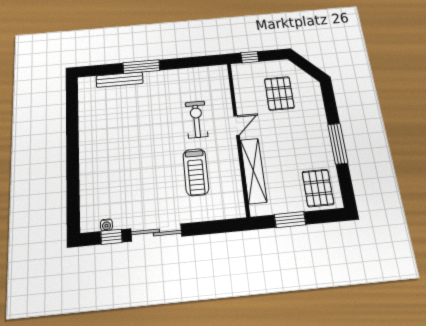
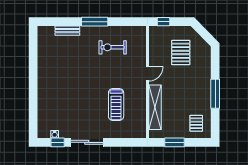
window: (141, 67) -> (95, 22), moved
bench: (120, 80) -> (67, 31), width x0.73
exercise bike: (196, 119) -> (113, 47), moved, turned -90
pallet: (318, 188) -> (196, 123), width x0.67, depth x0.71

